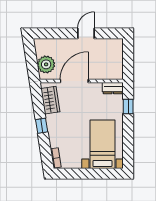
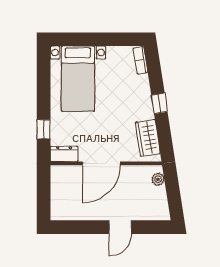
door: (86, 33) -> (120, 227), moved
plant: (46, 64) -> (158, 179), width x0.53, depth x0.53
door: (74, 81) -> (102, 163), moved

